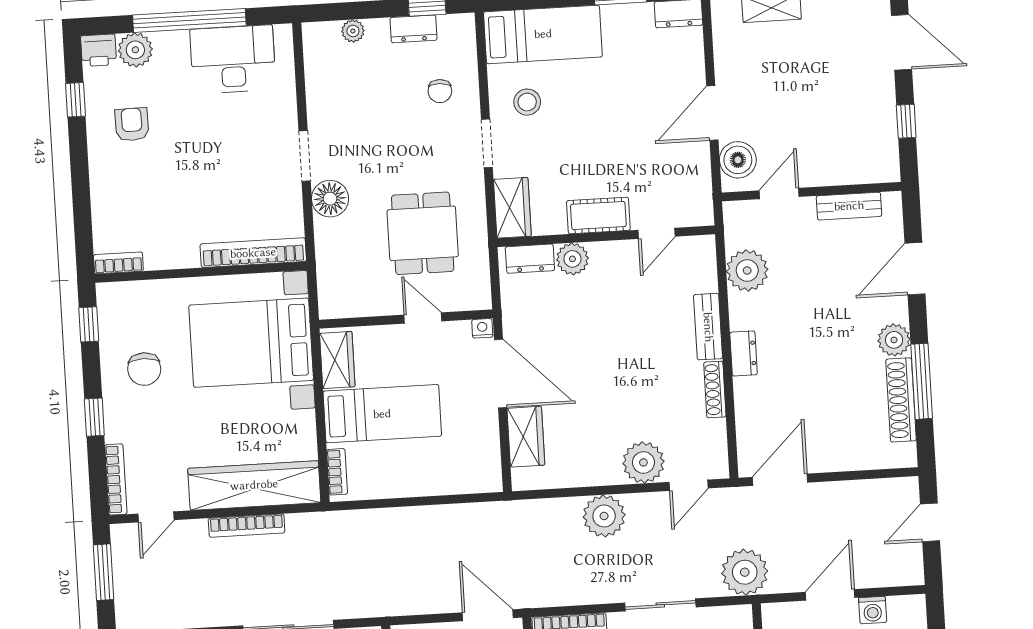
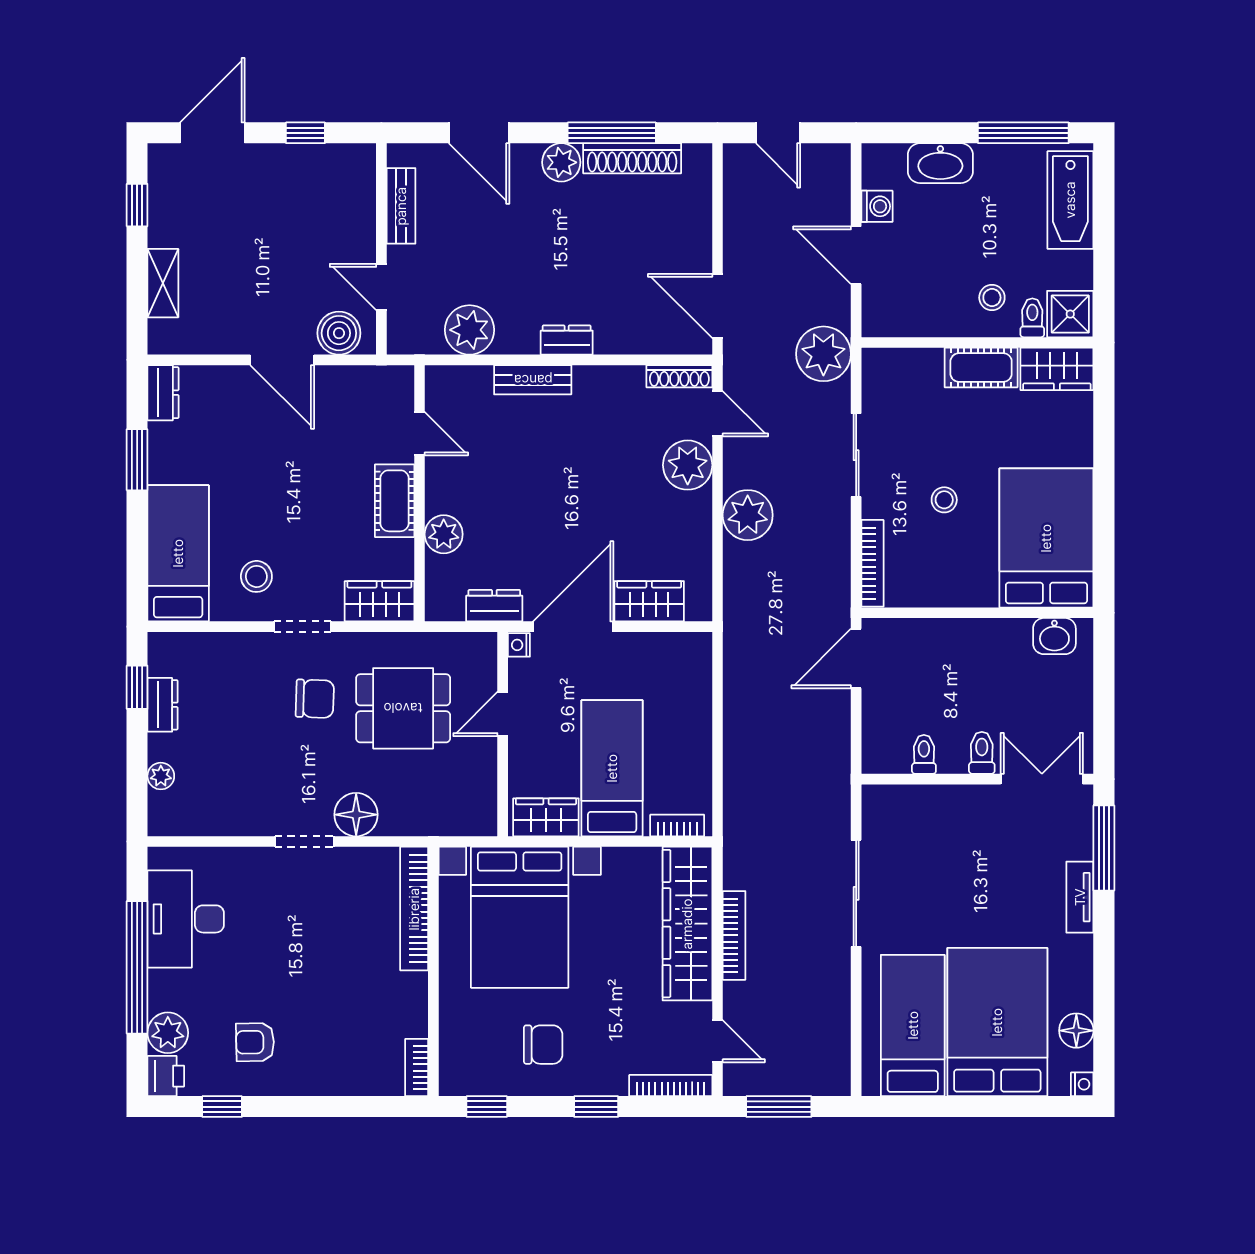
chair: (440, 91) -> (315, 699), moved, width x1.37, depth x1.37
dresser: (530, 259) -> (494, 606), moved, turned -90
shoe rack: (715, 390) -> (679, 376), moved

